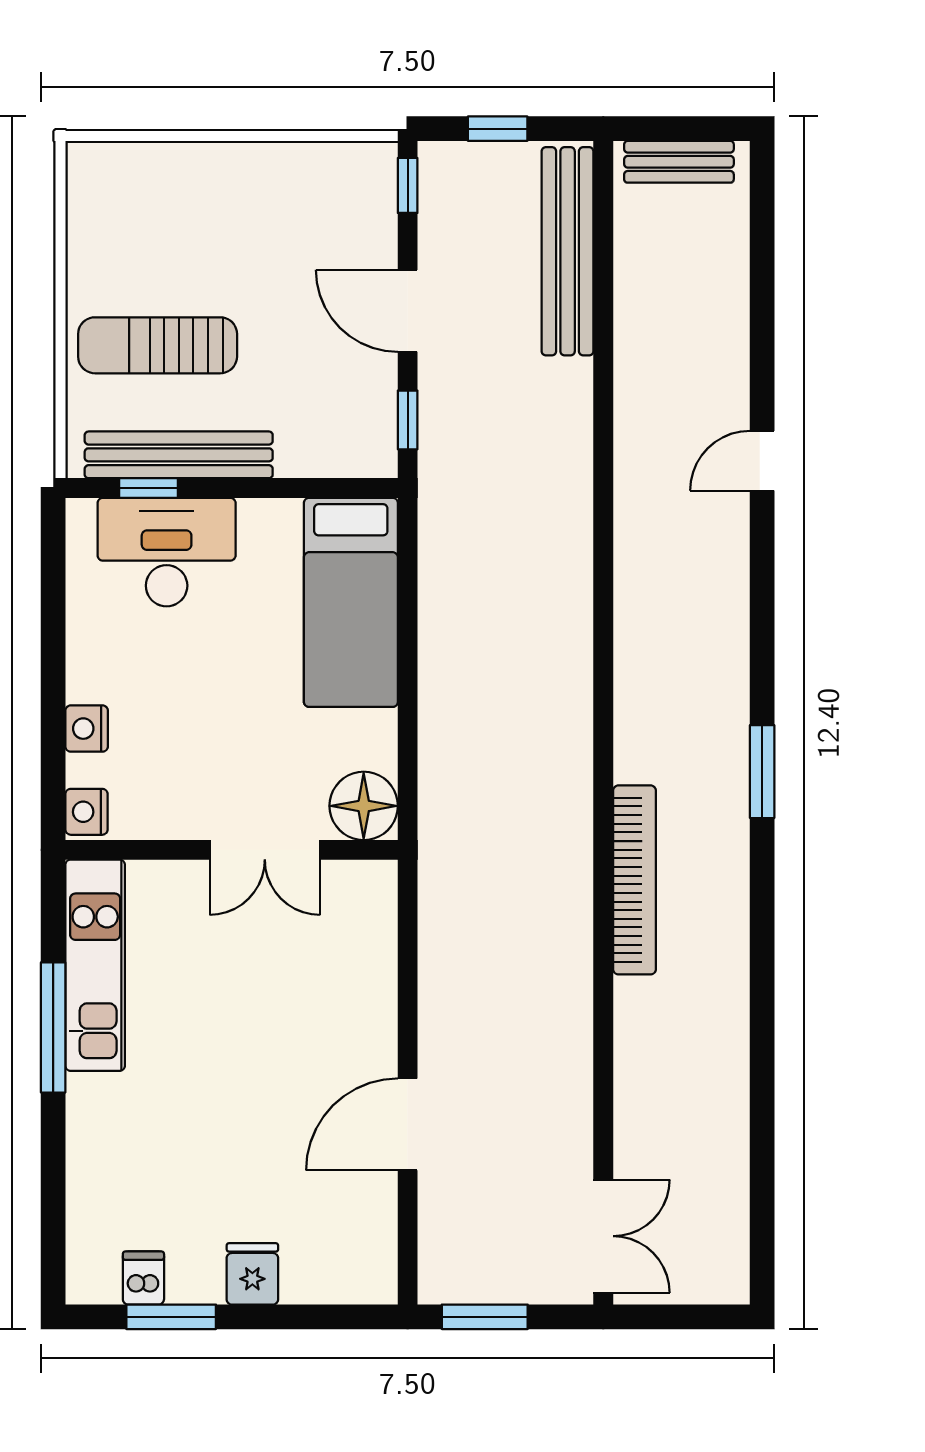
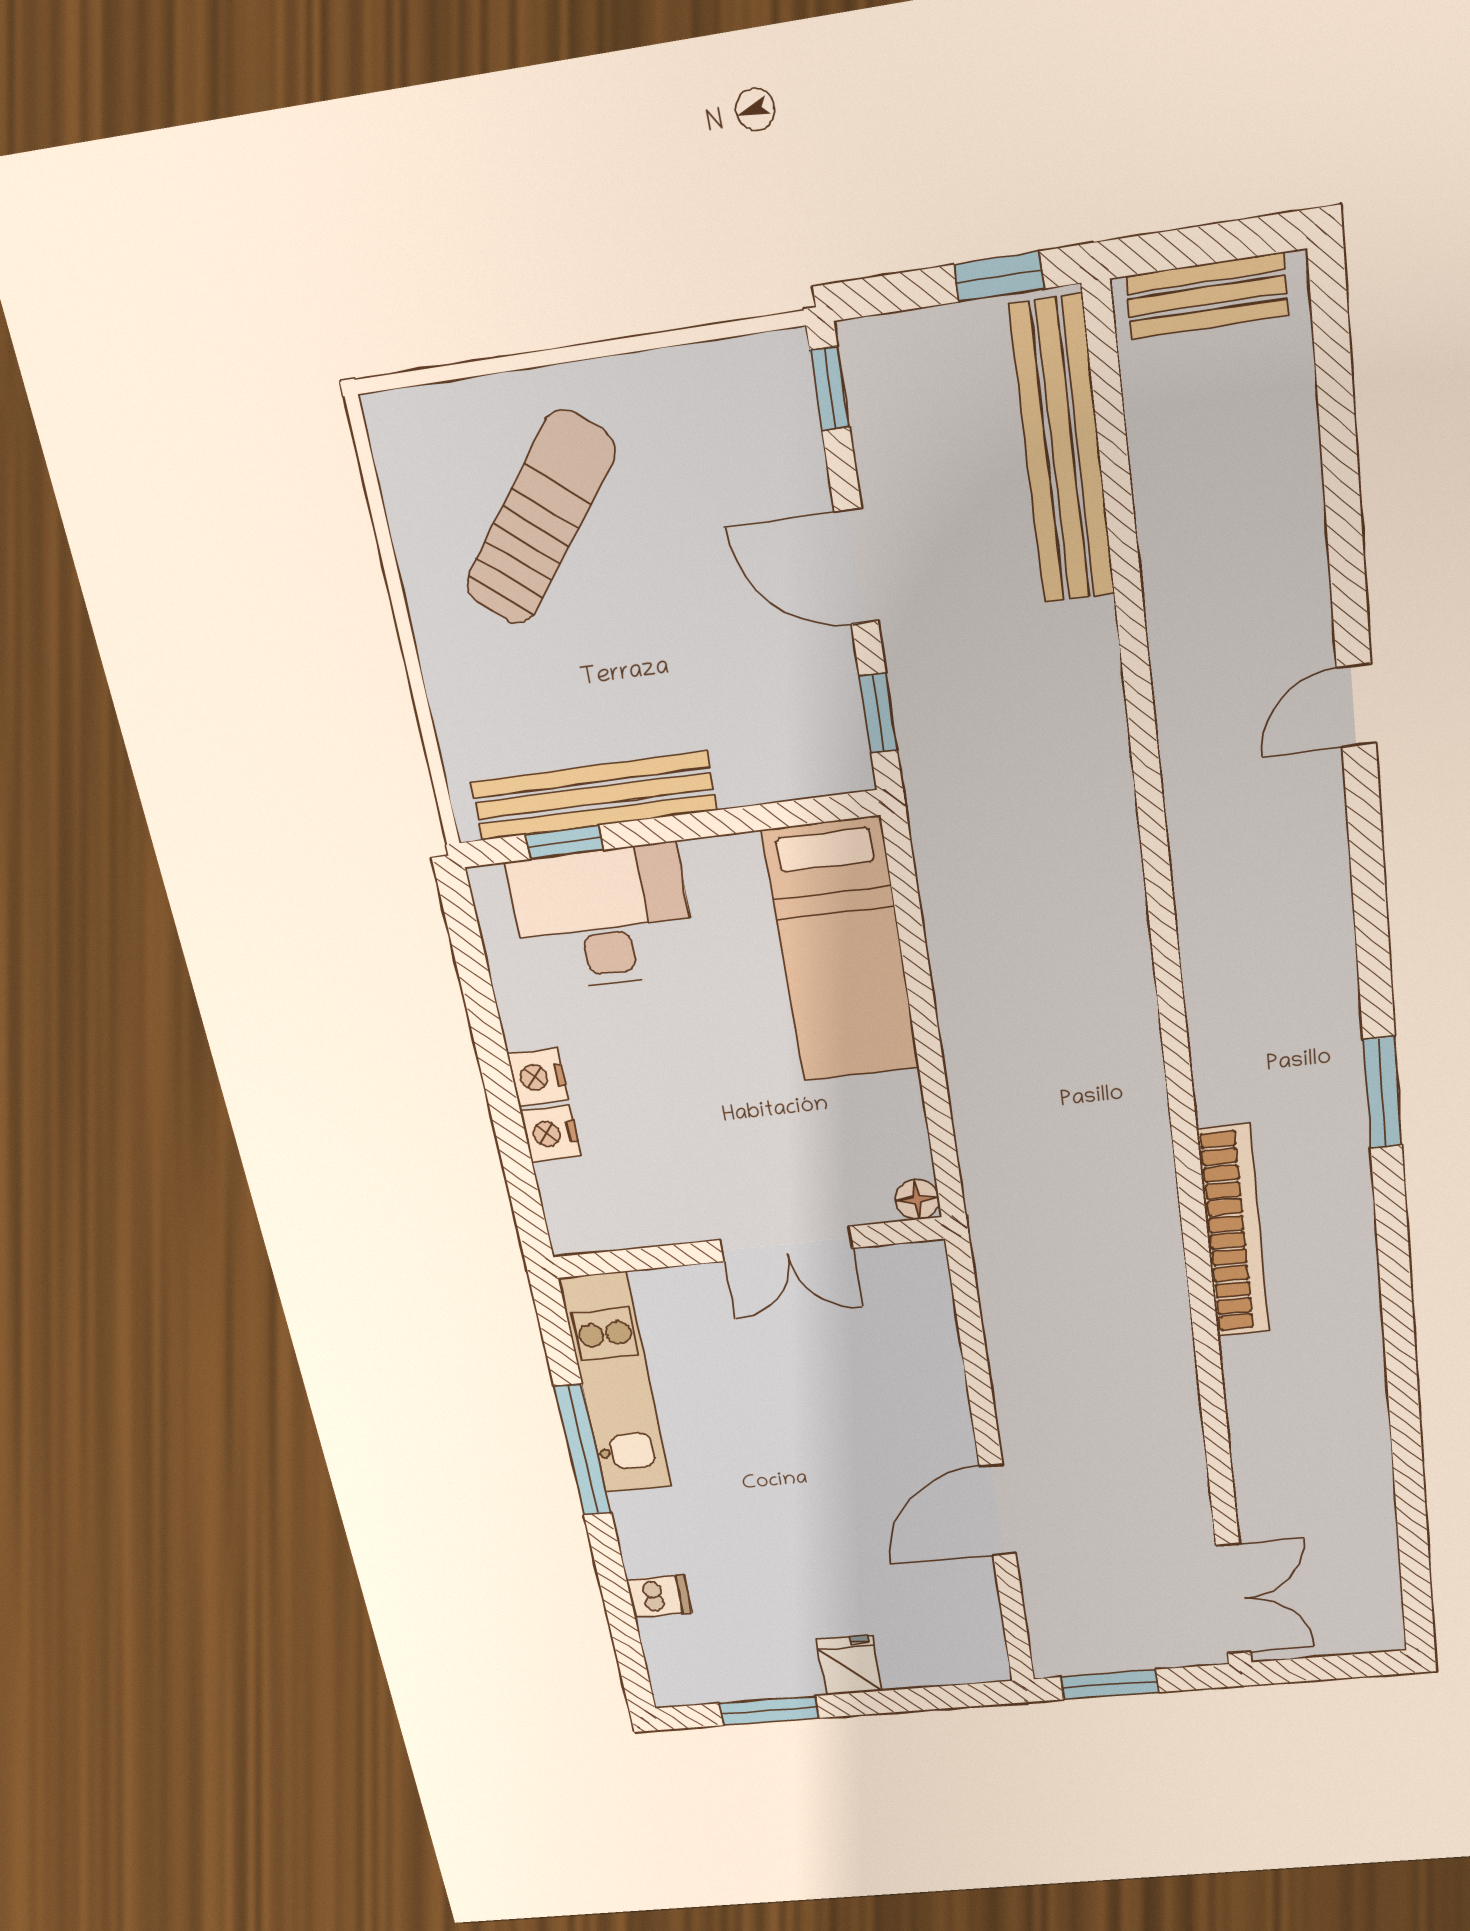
window: (498, 129) -> (999, 277), moved
sun lounger: (158, 345) -> (540, 518), moved, turned 129
floor lamp: (364, 806) -> (917, 1200), width x0.53, depth x0.53
nightstand: (87, 812) -> (538, 1077), moved
dishwasher: (143, 1278) -> (659, 1596), moved, turned 90

